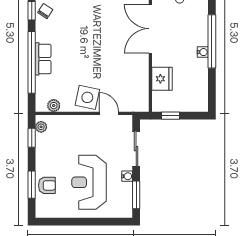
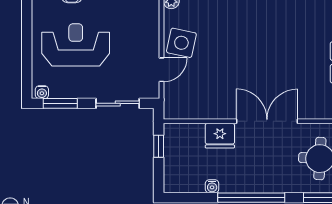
water cooler: (203, 52) -> (212, 186), moved
fridge: (162, 79) -> (220, 136), moved
water cooler: (127, 176) -> (42, 92), moved

